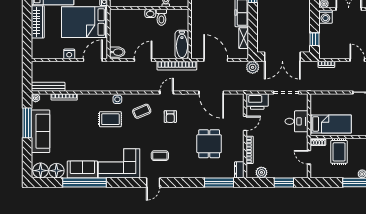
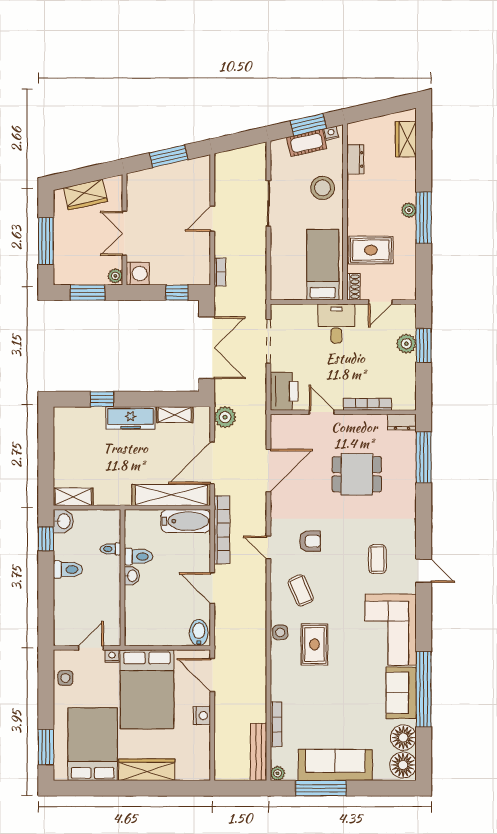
shelving: (197, 36) -> (171, 495), added
plant: (253, 67) -> (225, 417), moved
desk: (296, 121) -> (336, 323), moved
plant: (261, 172) -> (406, 344), moved

